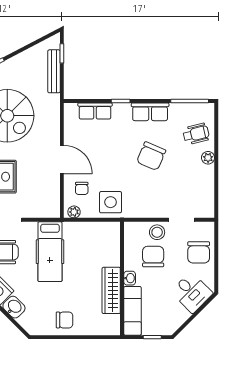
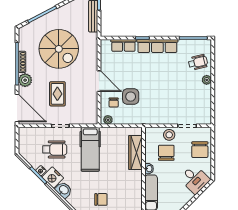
row of seats: (150, 112) -> (157, 46), width x1.48
chair: (151, 156) -> (165, 79), removed
side table: (111, 202) -> (131, 97), moved
wardrobe: (111, 290) -> (135, 152), moved

